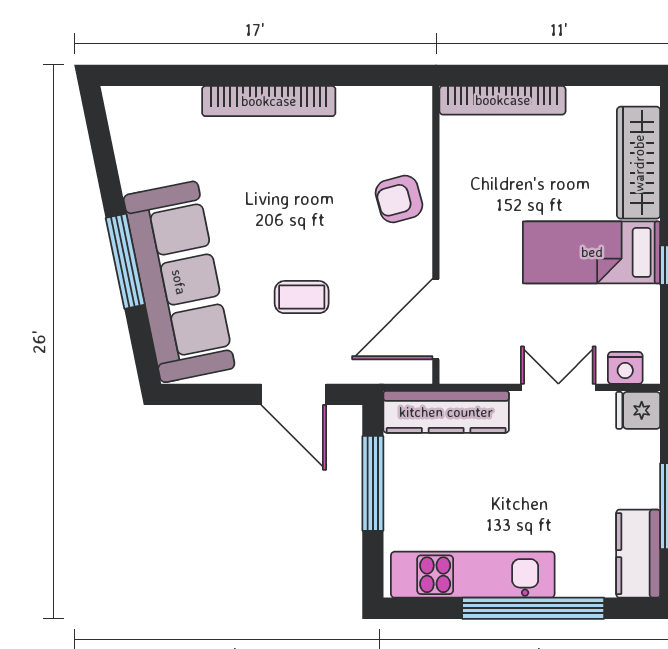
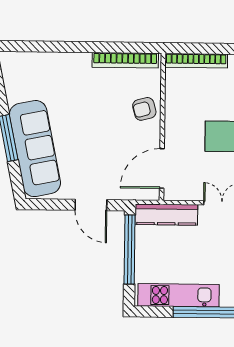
bookcase: (269, 101) -> (125, 60), moved
coffee table: (302, 297) -> (96, 157), removed
window: (373, 483) -> (130, 249), width x1.46

